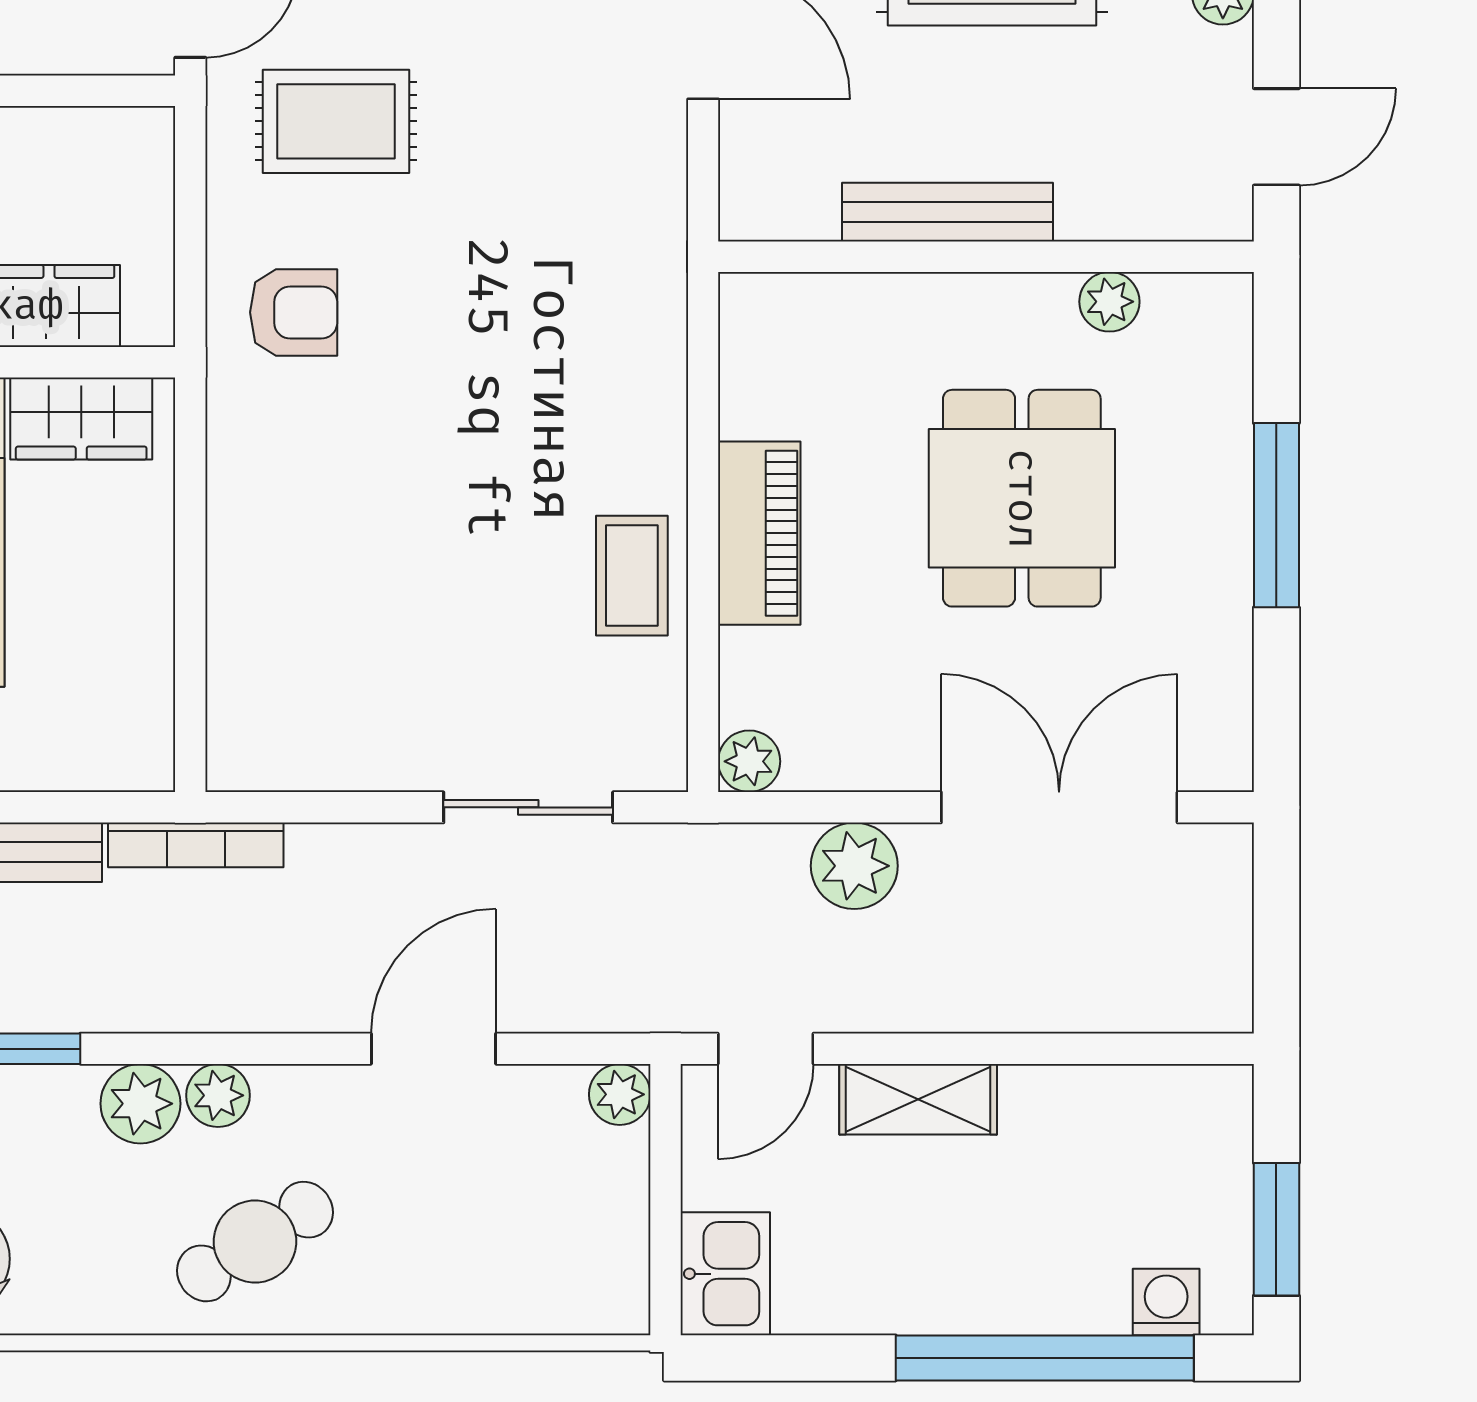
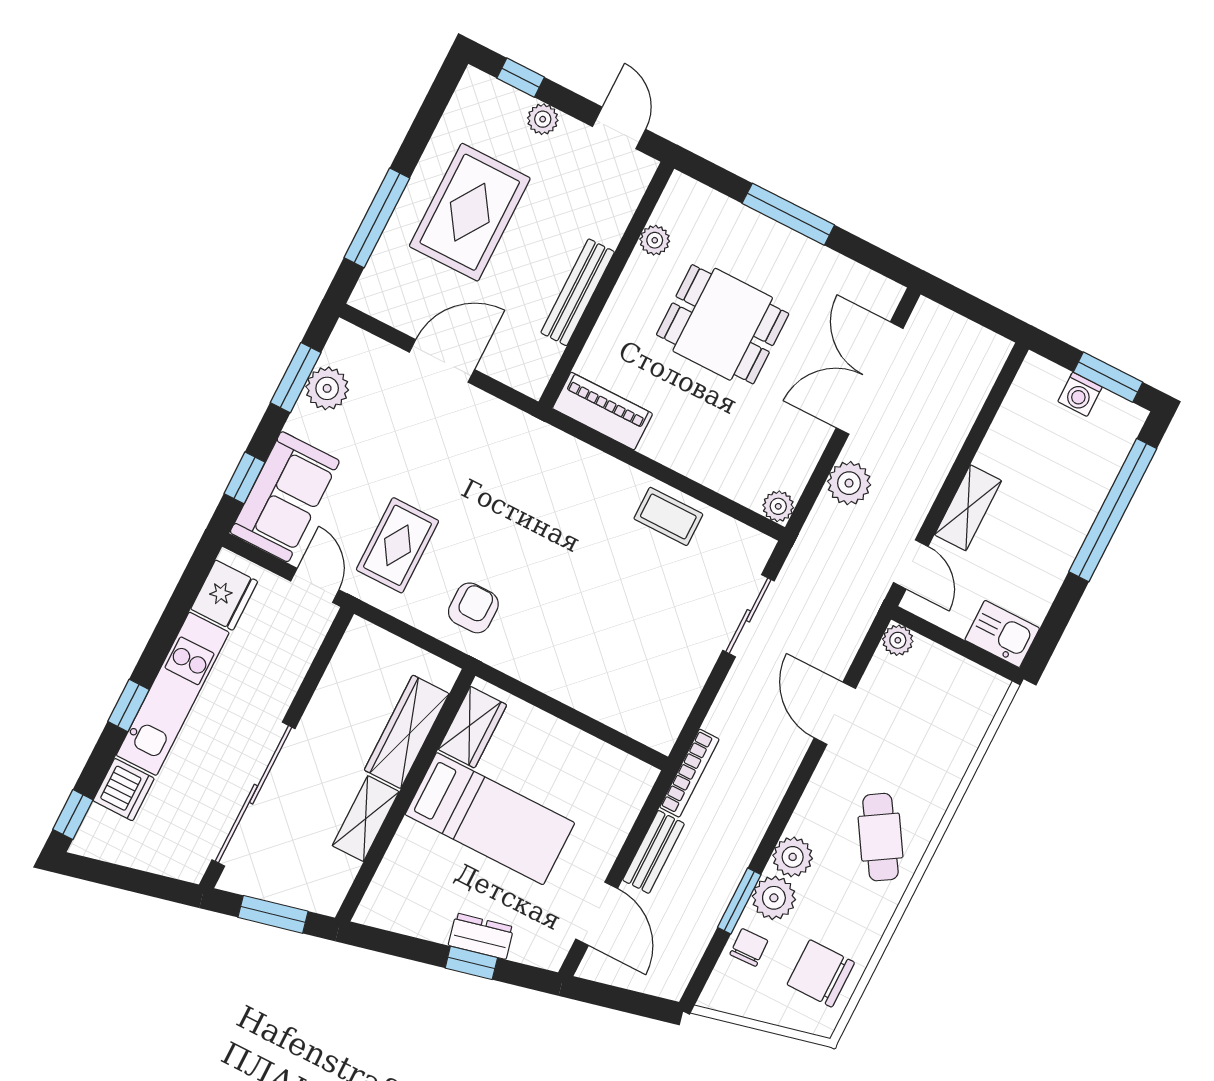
piano: (759, 533) -> (602, 411), moved
plant: (218, 1095) -> (774, 898), moved, width x1.38, depth x1.38
washing machine: (1166, 1302) -> (1080, 394), moved, turned -90

